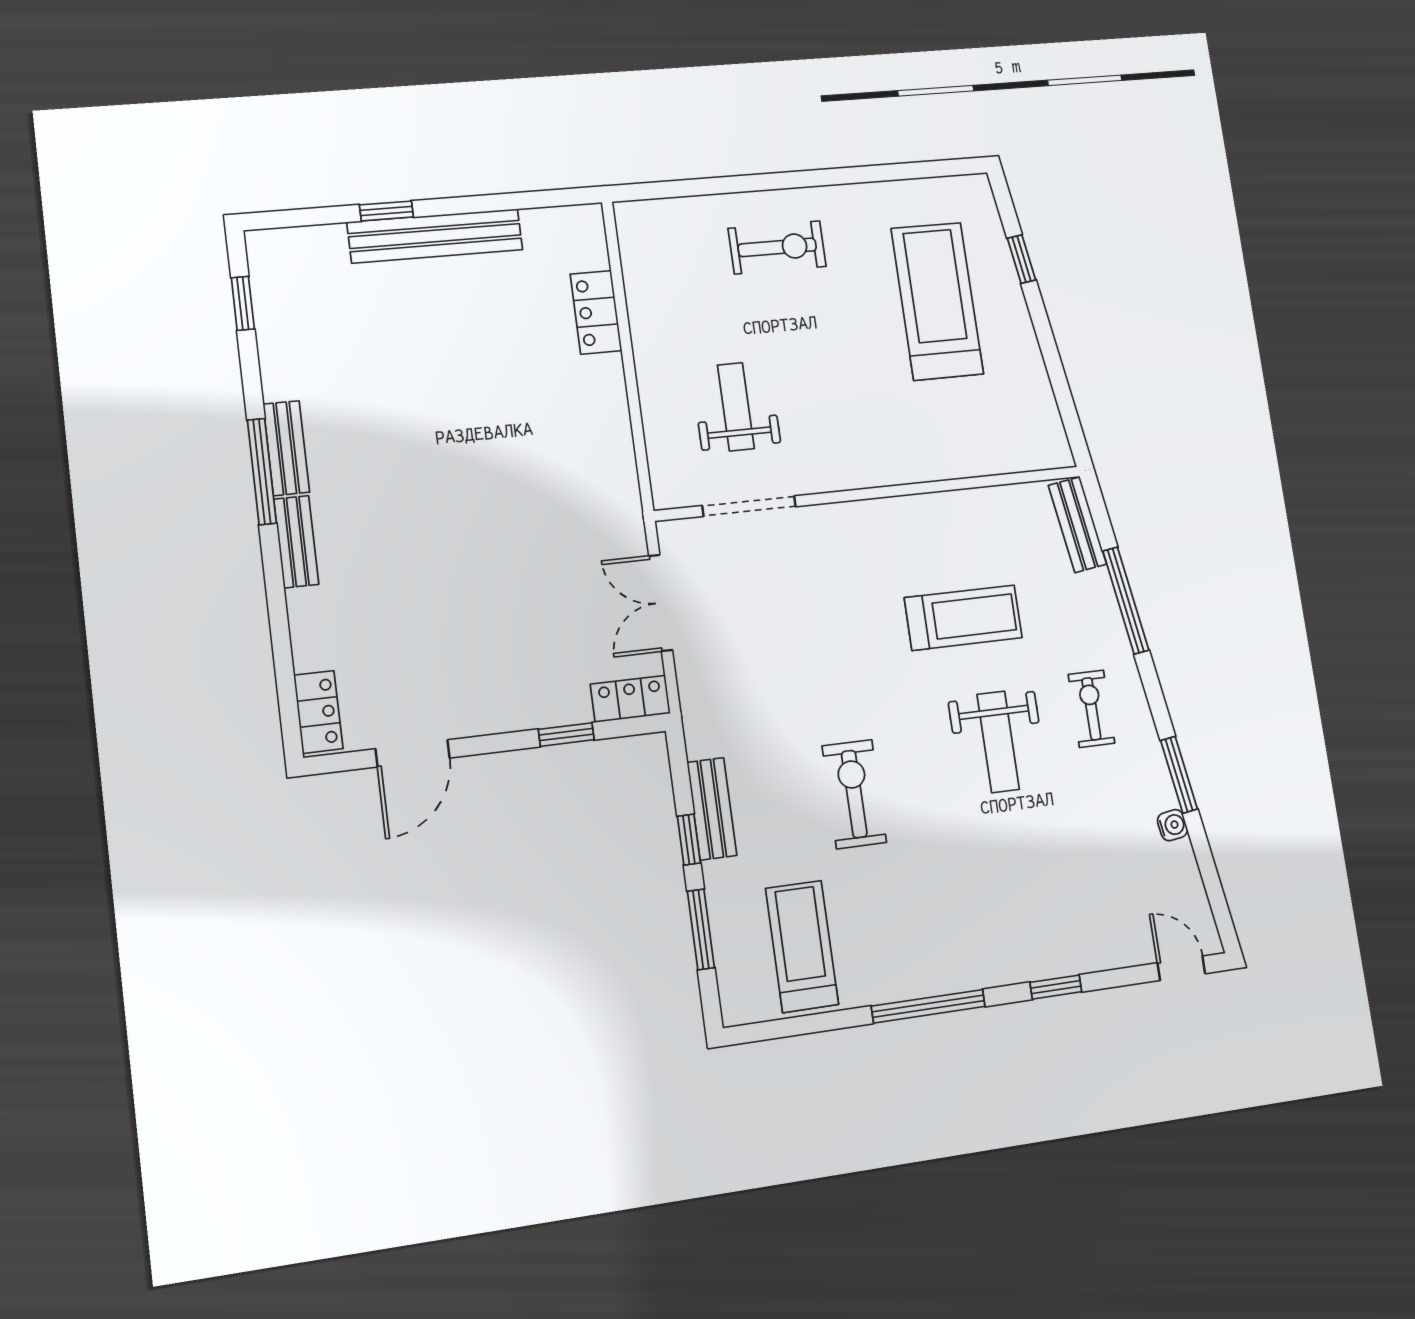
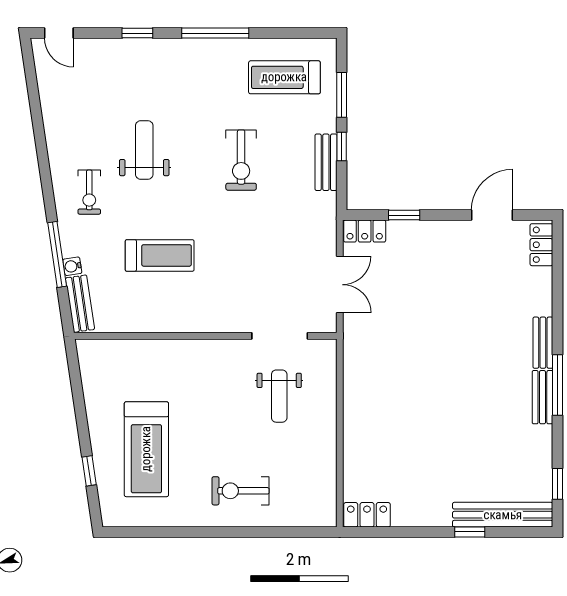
bench: (435, 236) -> (503, 515), moved
locker: (596, 312) -> (367, 515), moved, turned -90
treadmill: (963, 618) -> (160, 255), turned 180
weight bench: (998, 742) -> (144, 150), moved
window: (1179, 775) -> (41, 146), removed
water cooler: (1172, 825) -> (72, 266), moved
treadmill: (802, 946) -> (284, 77), turned 90

